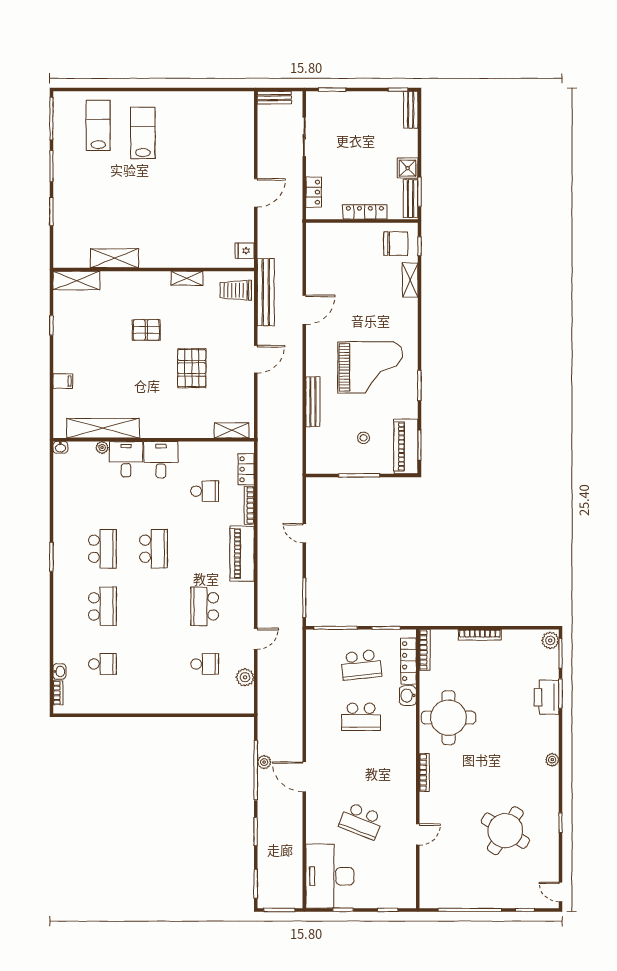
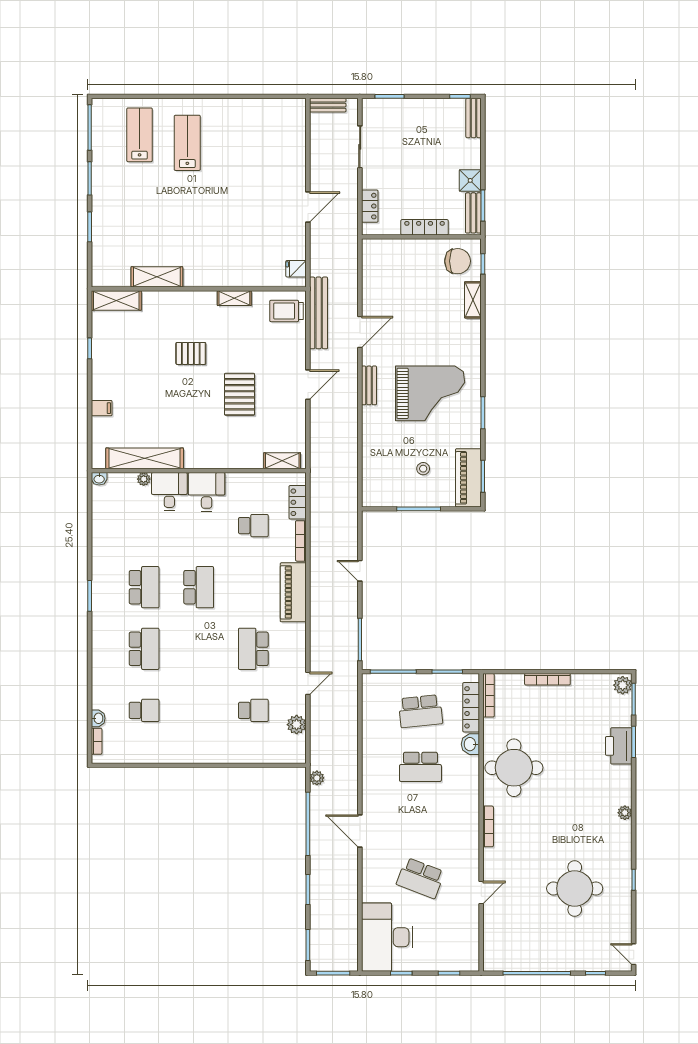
bench: (313, 402) -> (369, 385), moved, width x0.73
plant: (264, 762) -> (317, 778), moved
round table: (505, 831) -> (575, 888), turned -32

